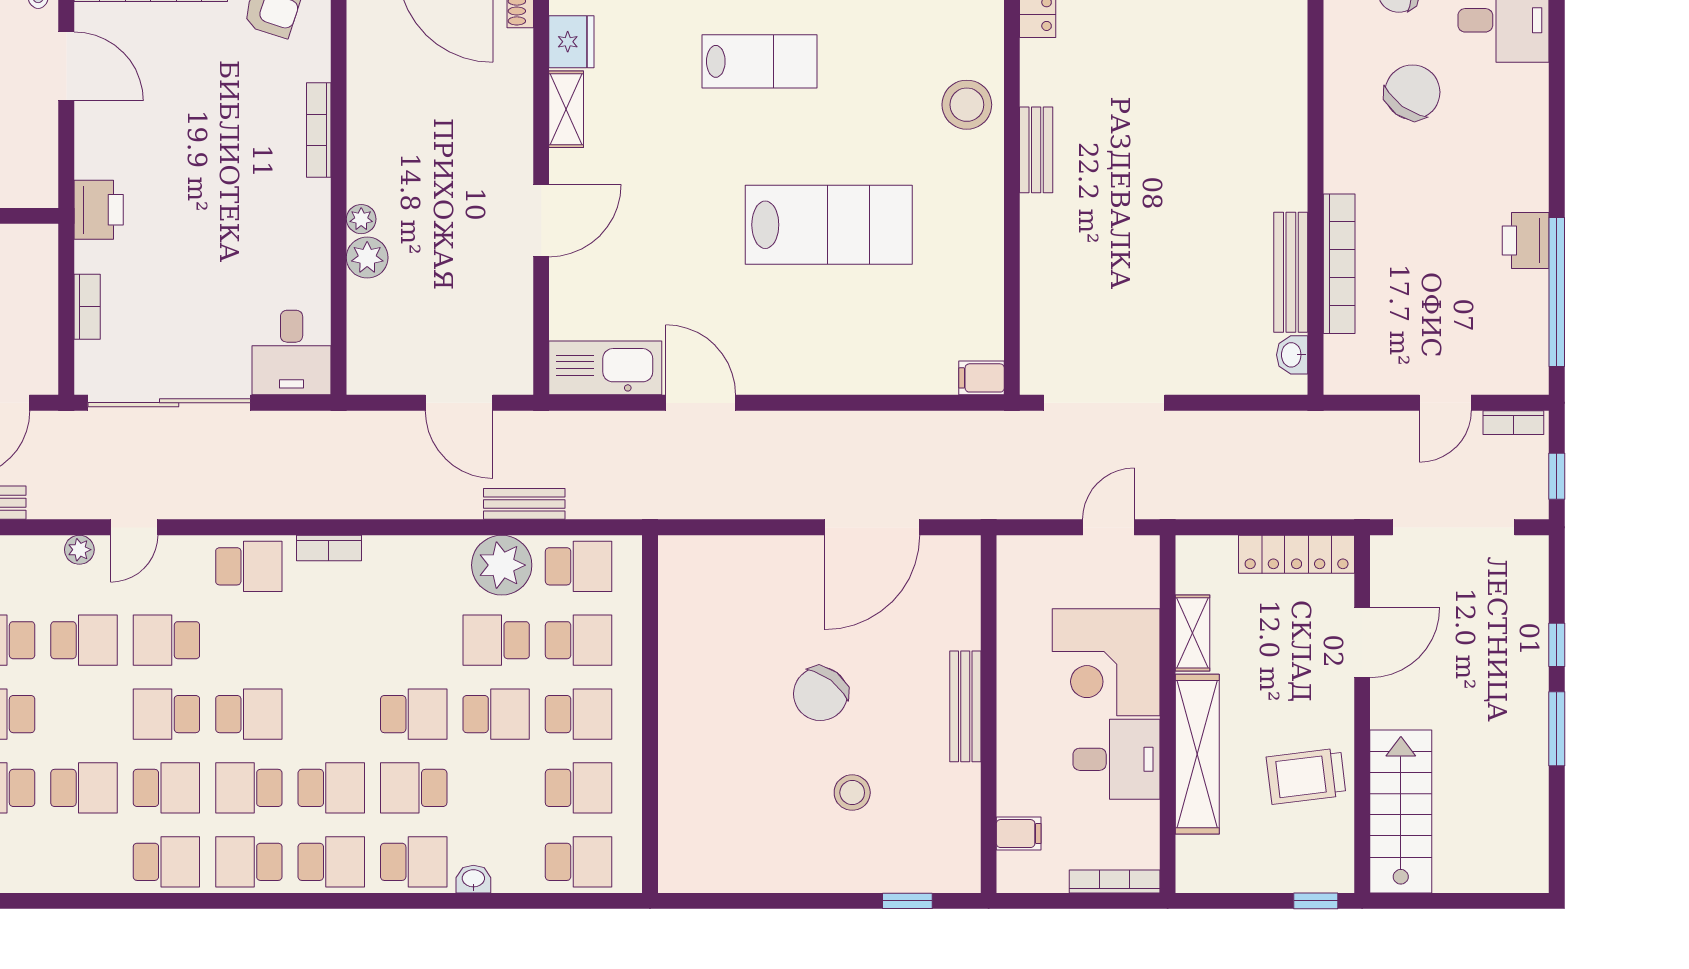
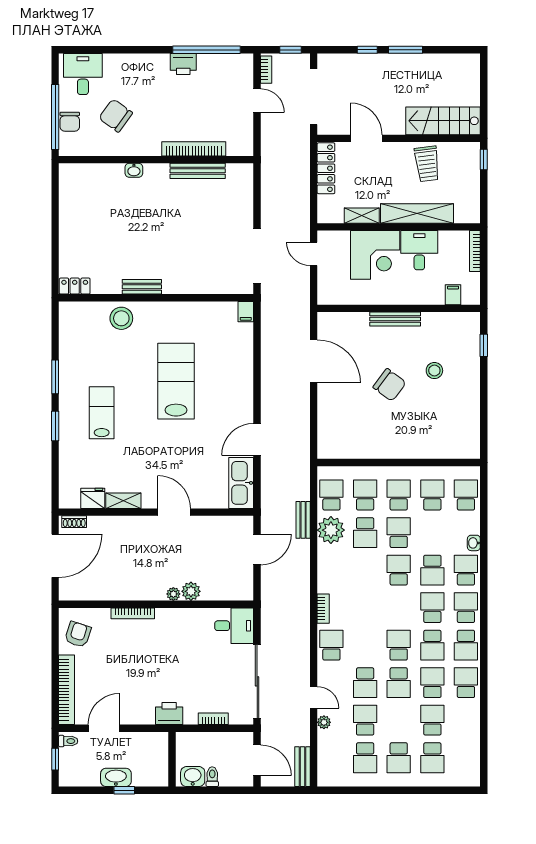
washbasin: (1292, 355) -> (134, 170), moved

